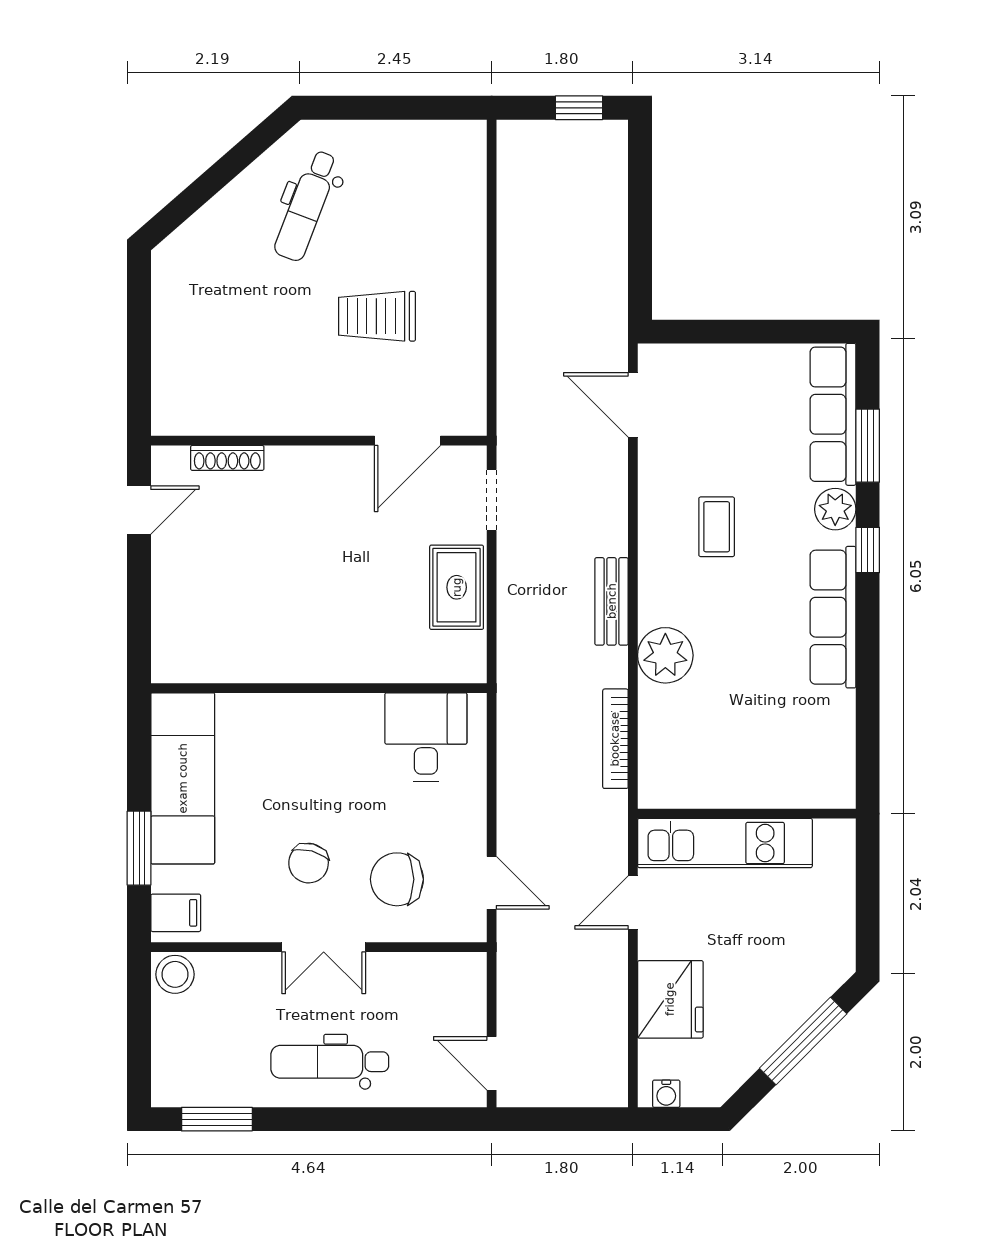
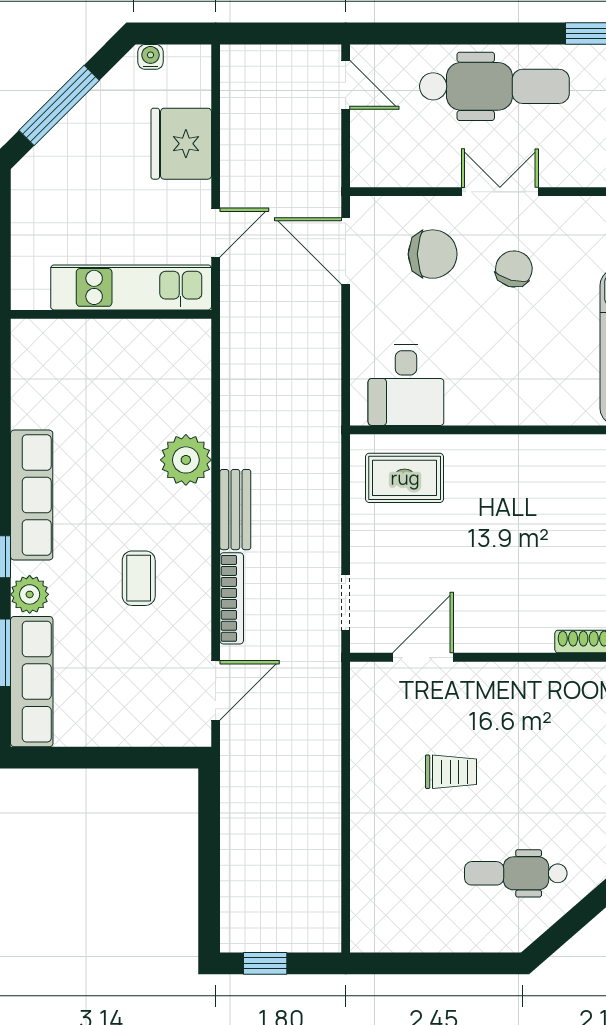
dental chair: (306, 206) -> (516, 873), turned -111
trolley: (377, 316) -> (451, 772), width x0.73, depth x0.72
door: (633, 405) -> (216, 690), hinge flipped
rug: (457, 587) -> (405, 478), moved, turned 90
bookcase: (615, 739) -> (232, 598), moved
door: (492, 883) -> (346, 251), width x1.38
dental chair: (330, 1062) -> (494, 86), width x1.36, depth x1.38
water cooler: (666, 1094) -> (151, 57), moved

